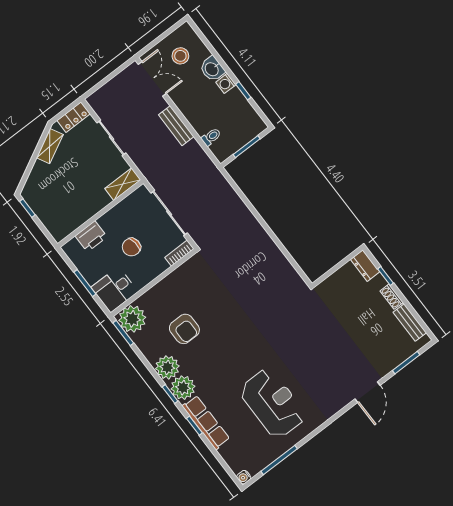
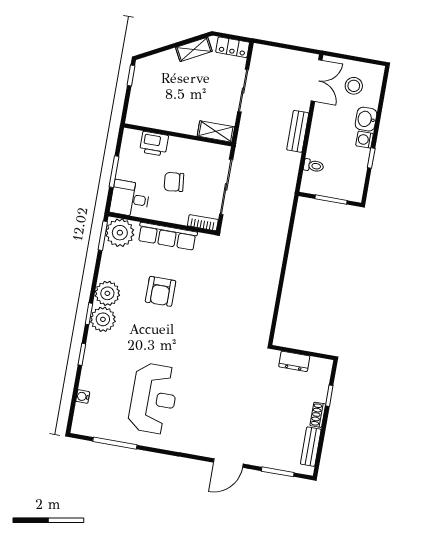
dresser: (365, 266) -> (294, 361), moved, turned -90
armchair: (184, 329) -> (161, 291), moved
row of seats: (206, 422) -> (167, 236), moved, turned 90
water cooler: (244, 477) -> (83, 397), moved

